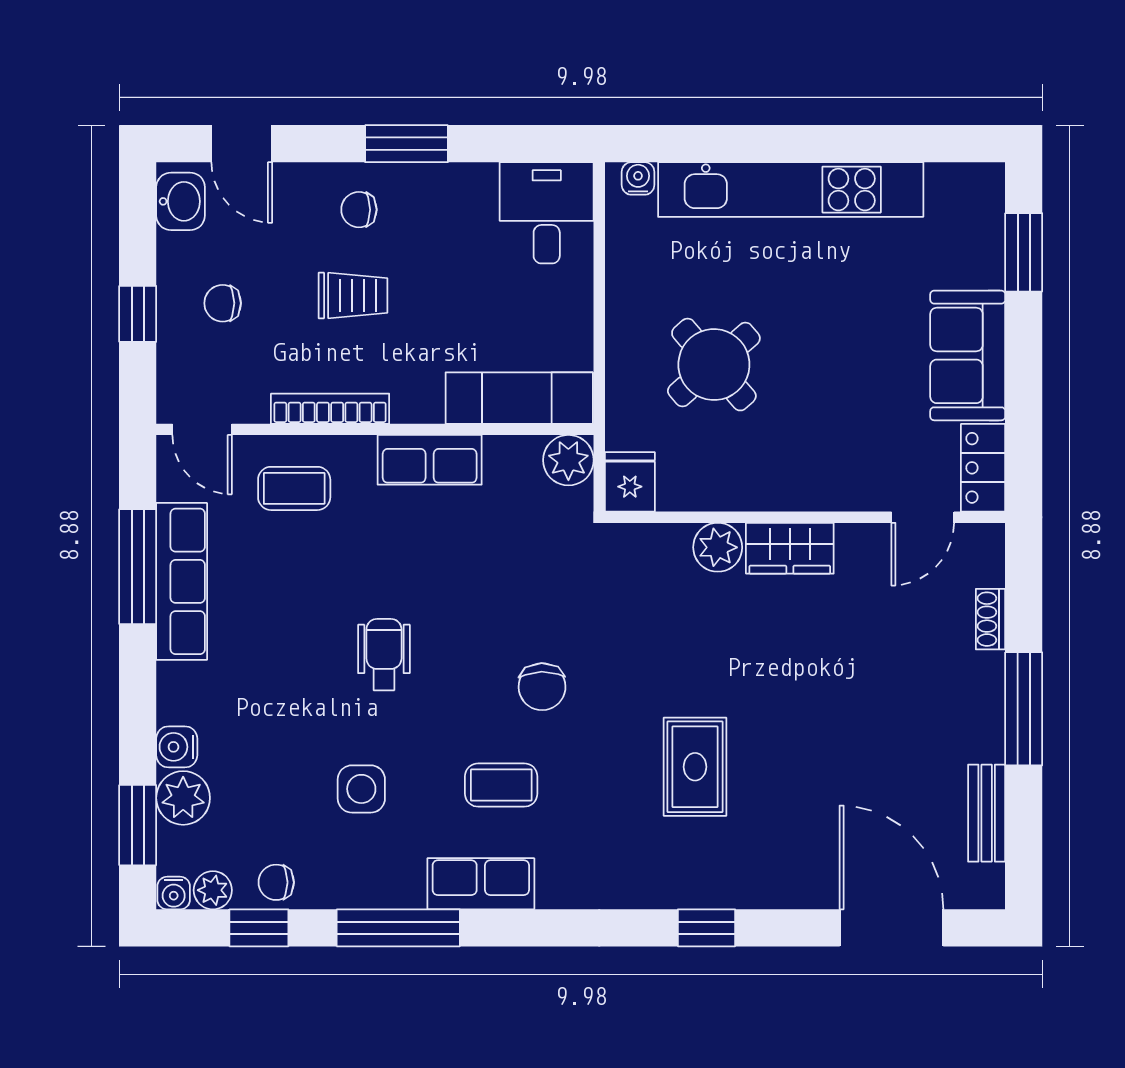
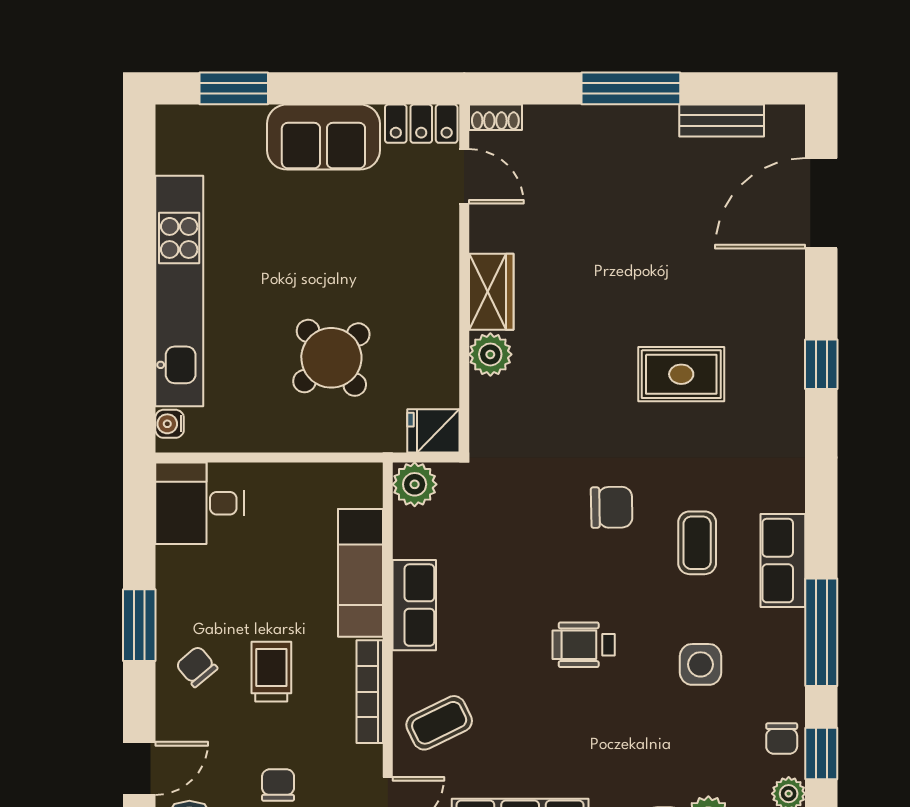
chair: (359, 210) -> (197, 667), turned 140
chair: (223, 303) -> (278, 785), turned 180
exam couch: (519, 398) -> (361, 573), moved
coffee table: (294, 488) -> (439, 723), turned 64
shoe rack: (990, 619) -> (495, 117), moved

